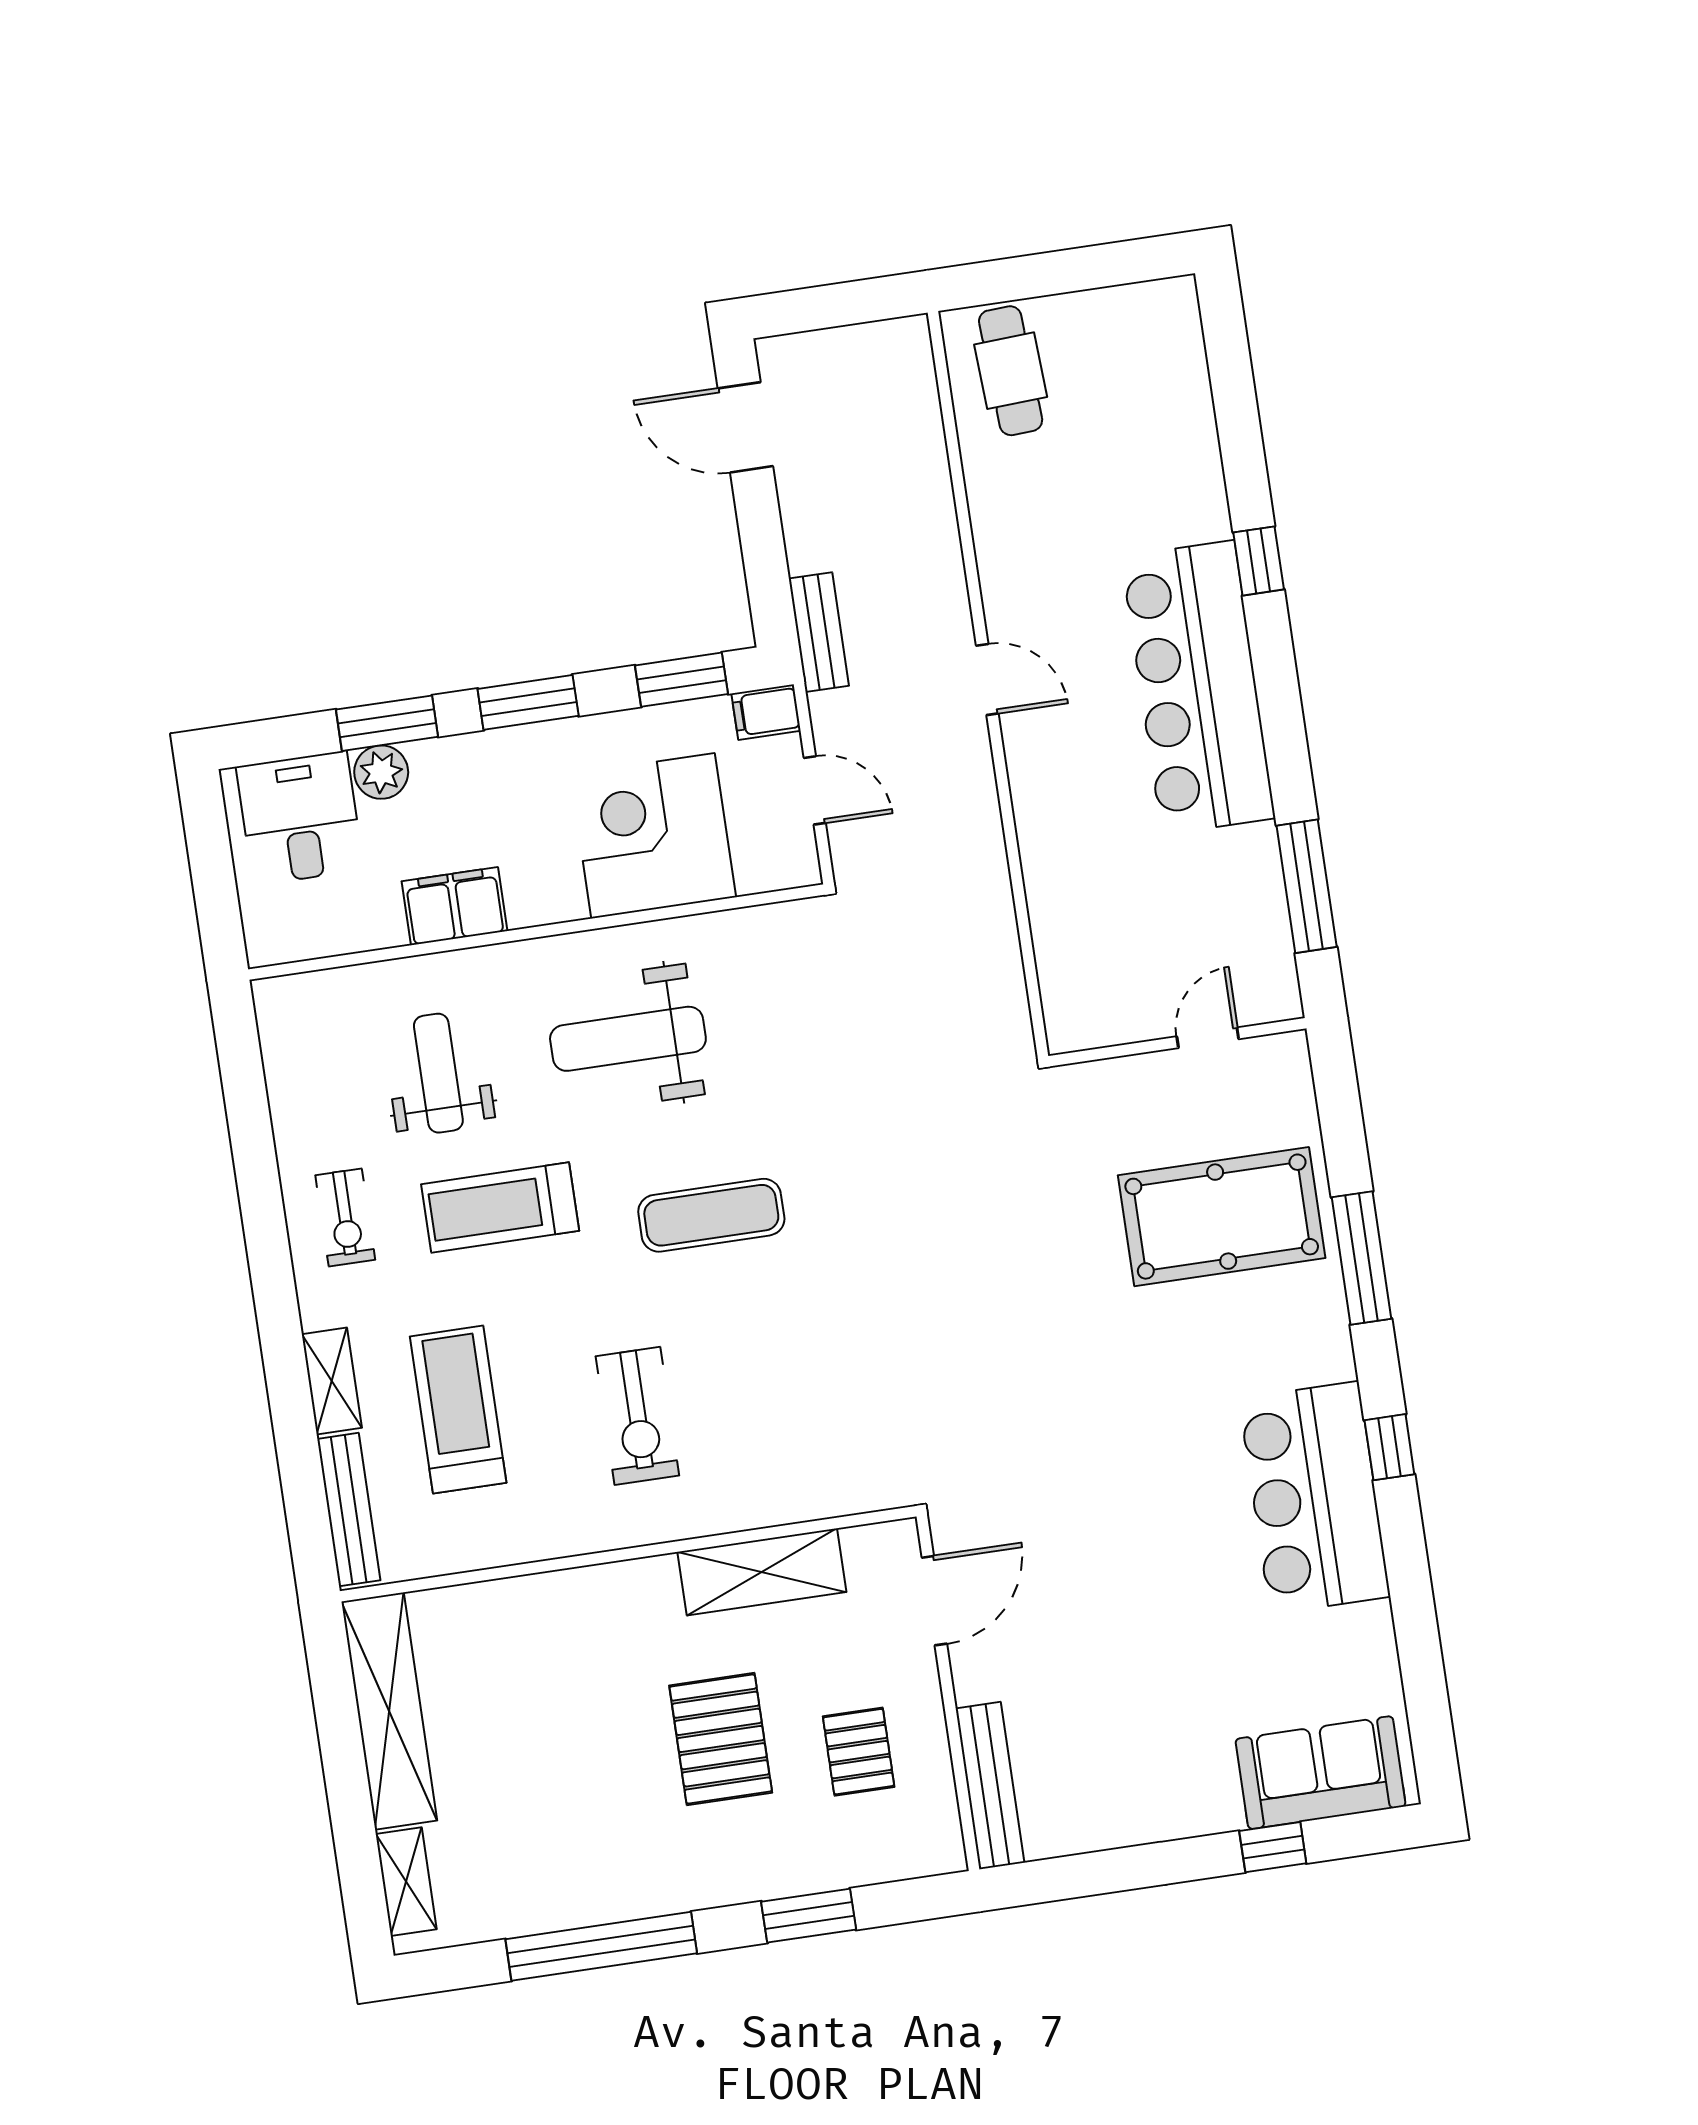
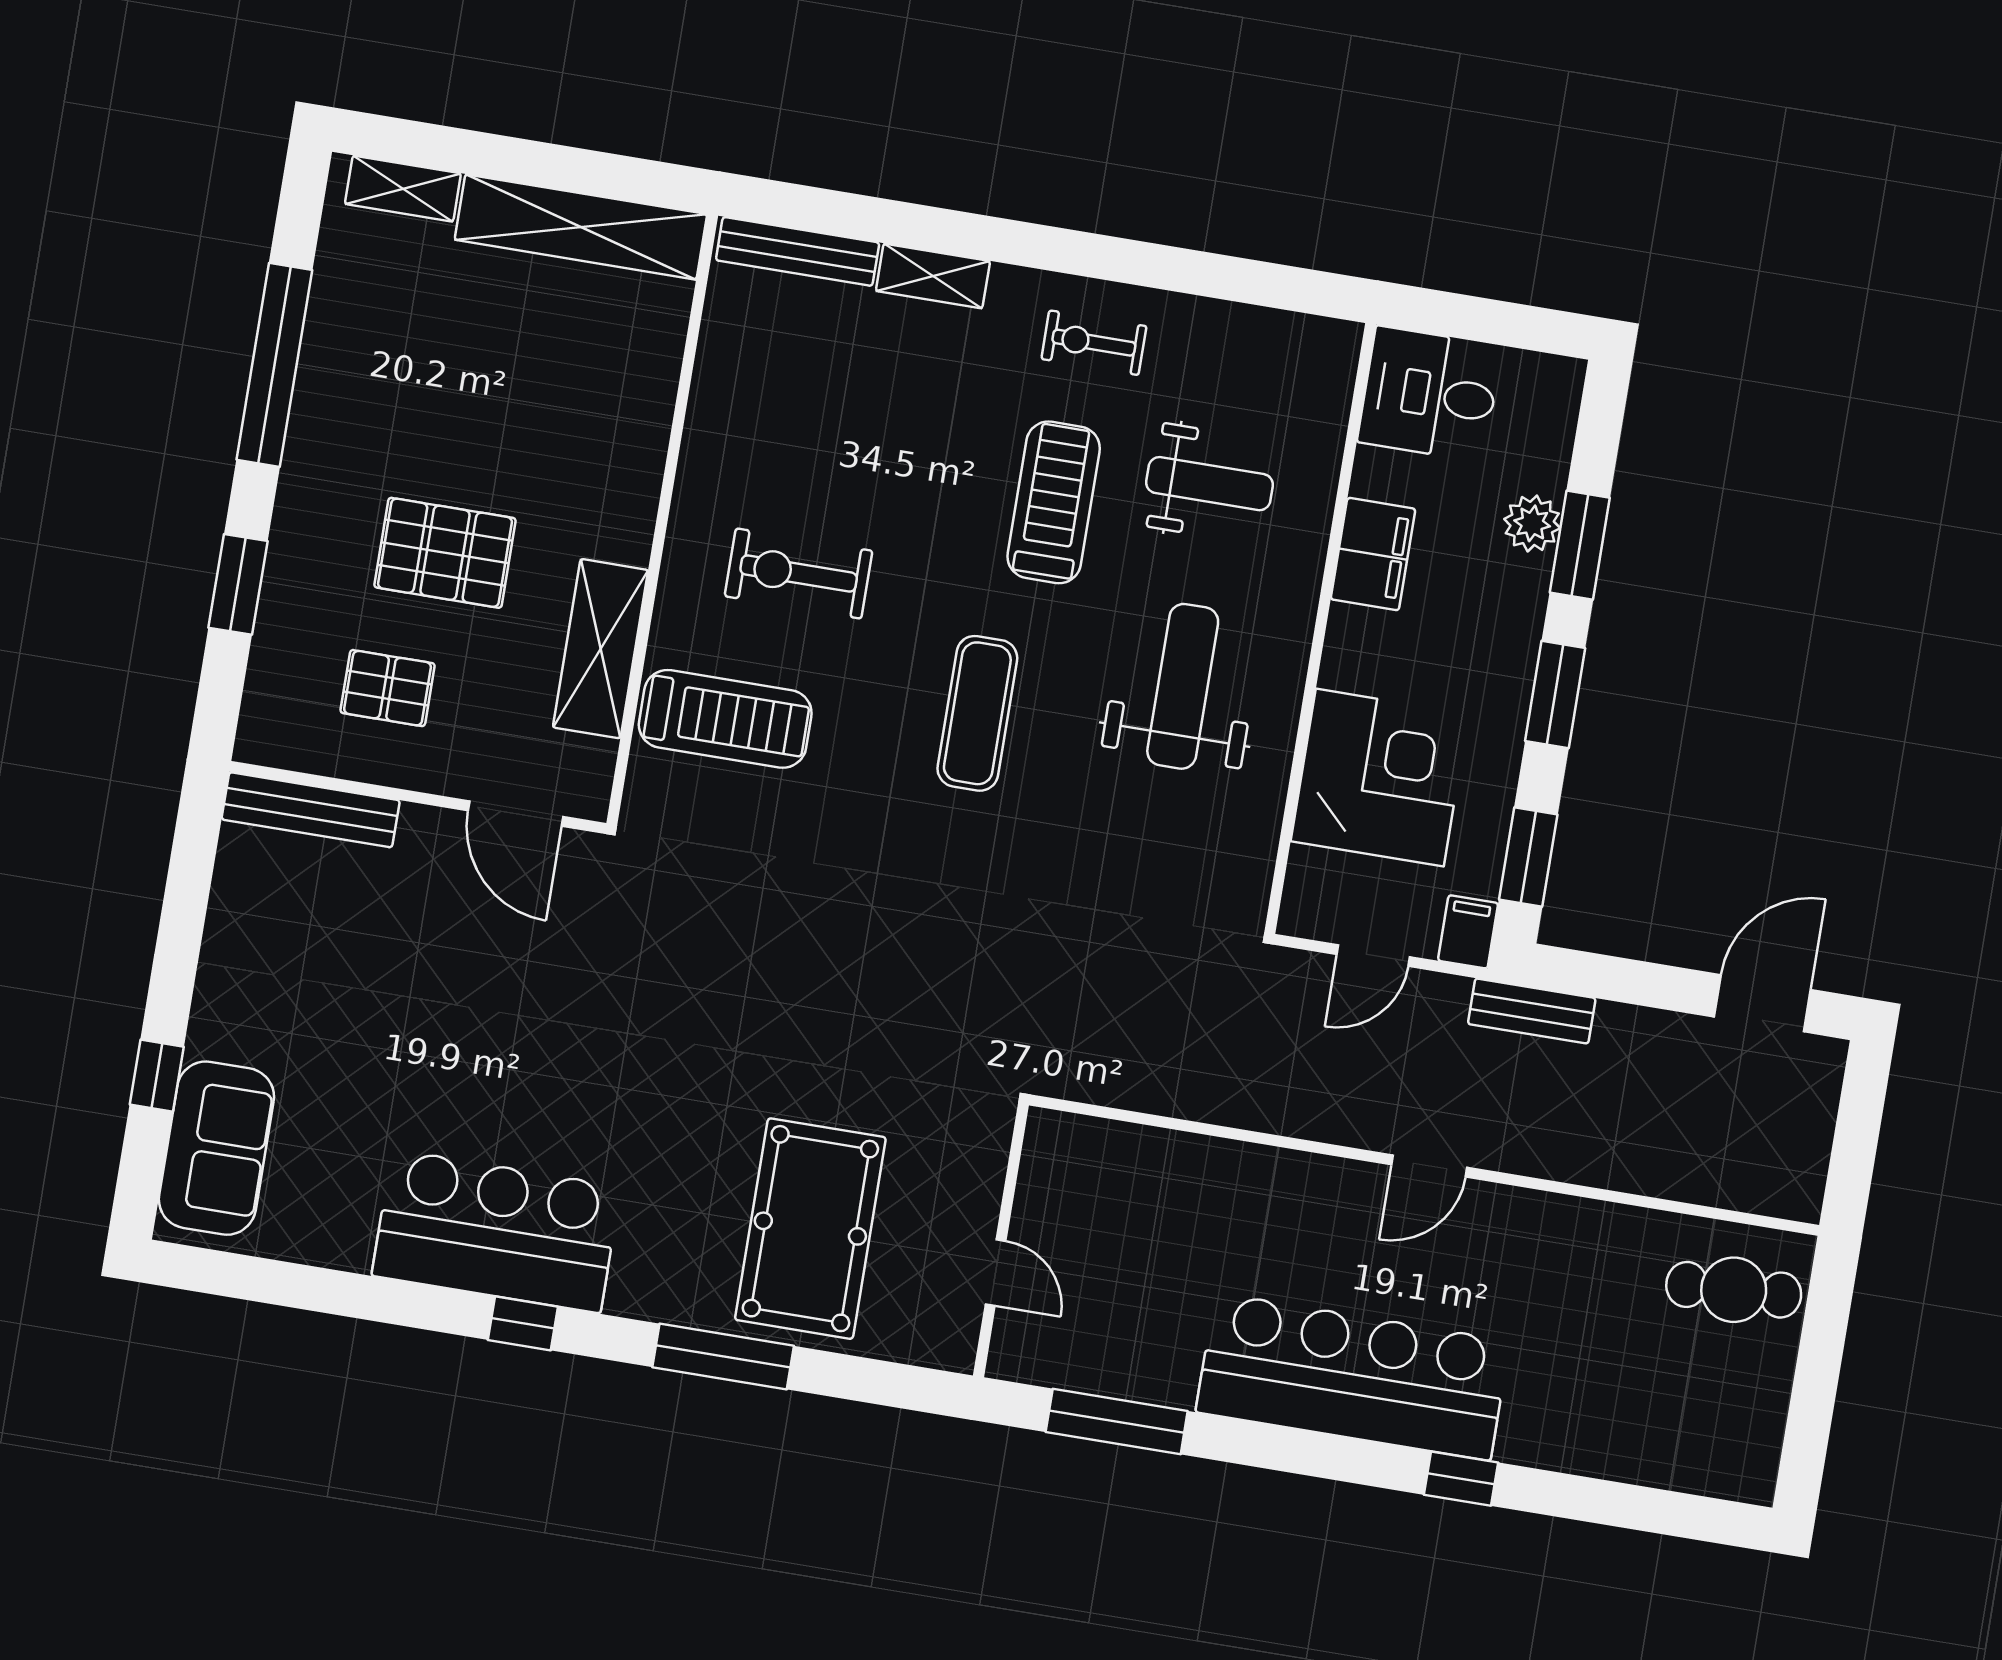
desk: (300, 818) -> (1430, 394), moved, turned 180
treadmill: (458, 1410) -> (725, 719), moved

